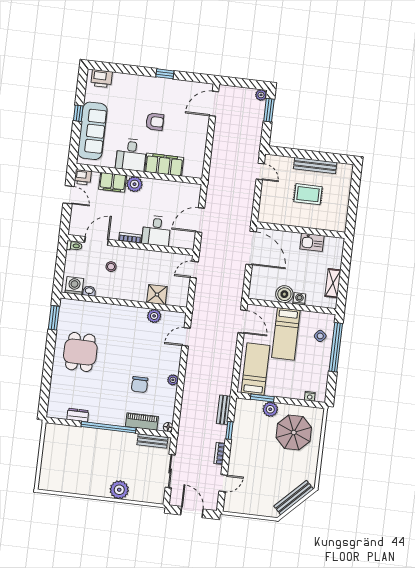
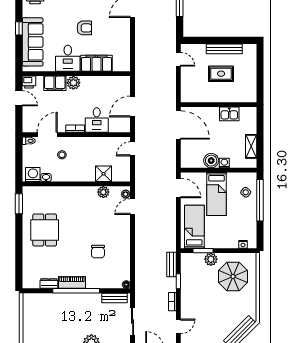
plant: (173, 380) -> (126, 194), moved
piano: (142, 421) -> (72, 282), moved

